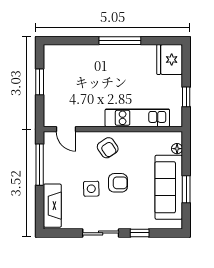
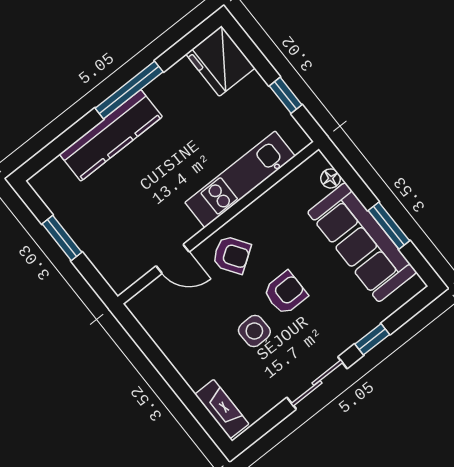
kitchen counter: (96, 54) -> (111, 135), added
door: (66, 129) -> (173, 259), moved
window: (40, 165) -> (154, 355), removed
fireplace: (52, 206) -> (222, 409), width x0.73, depth x0.76

